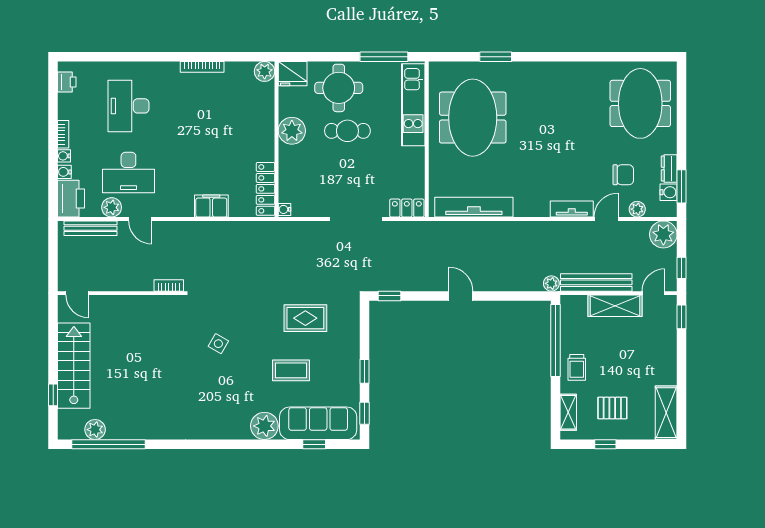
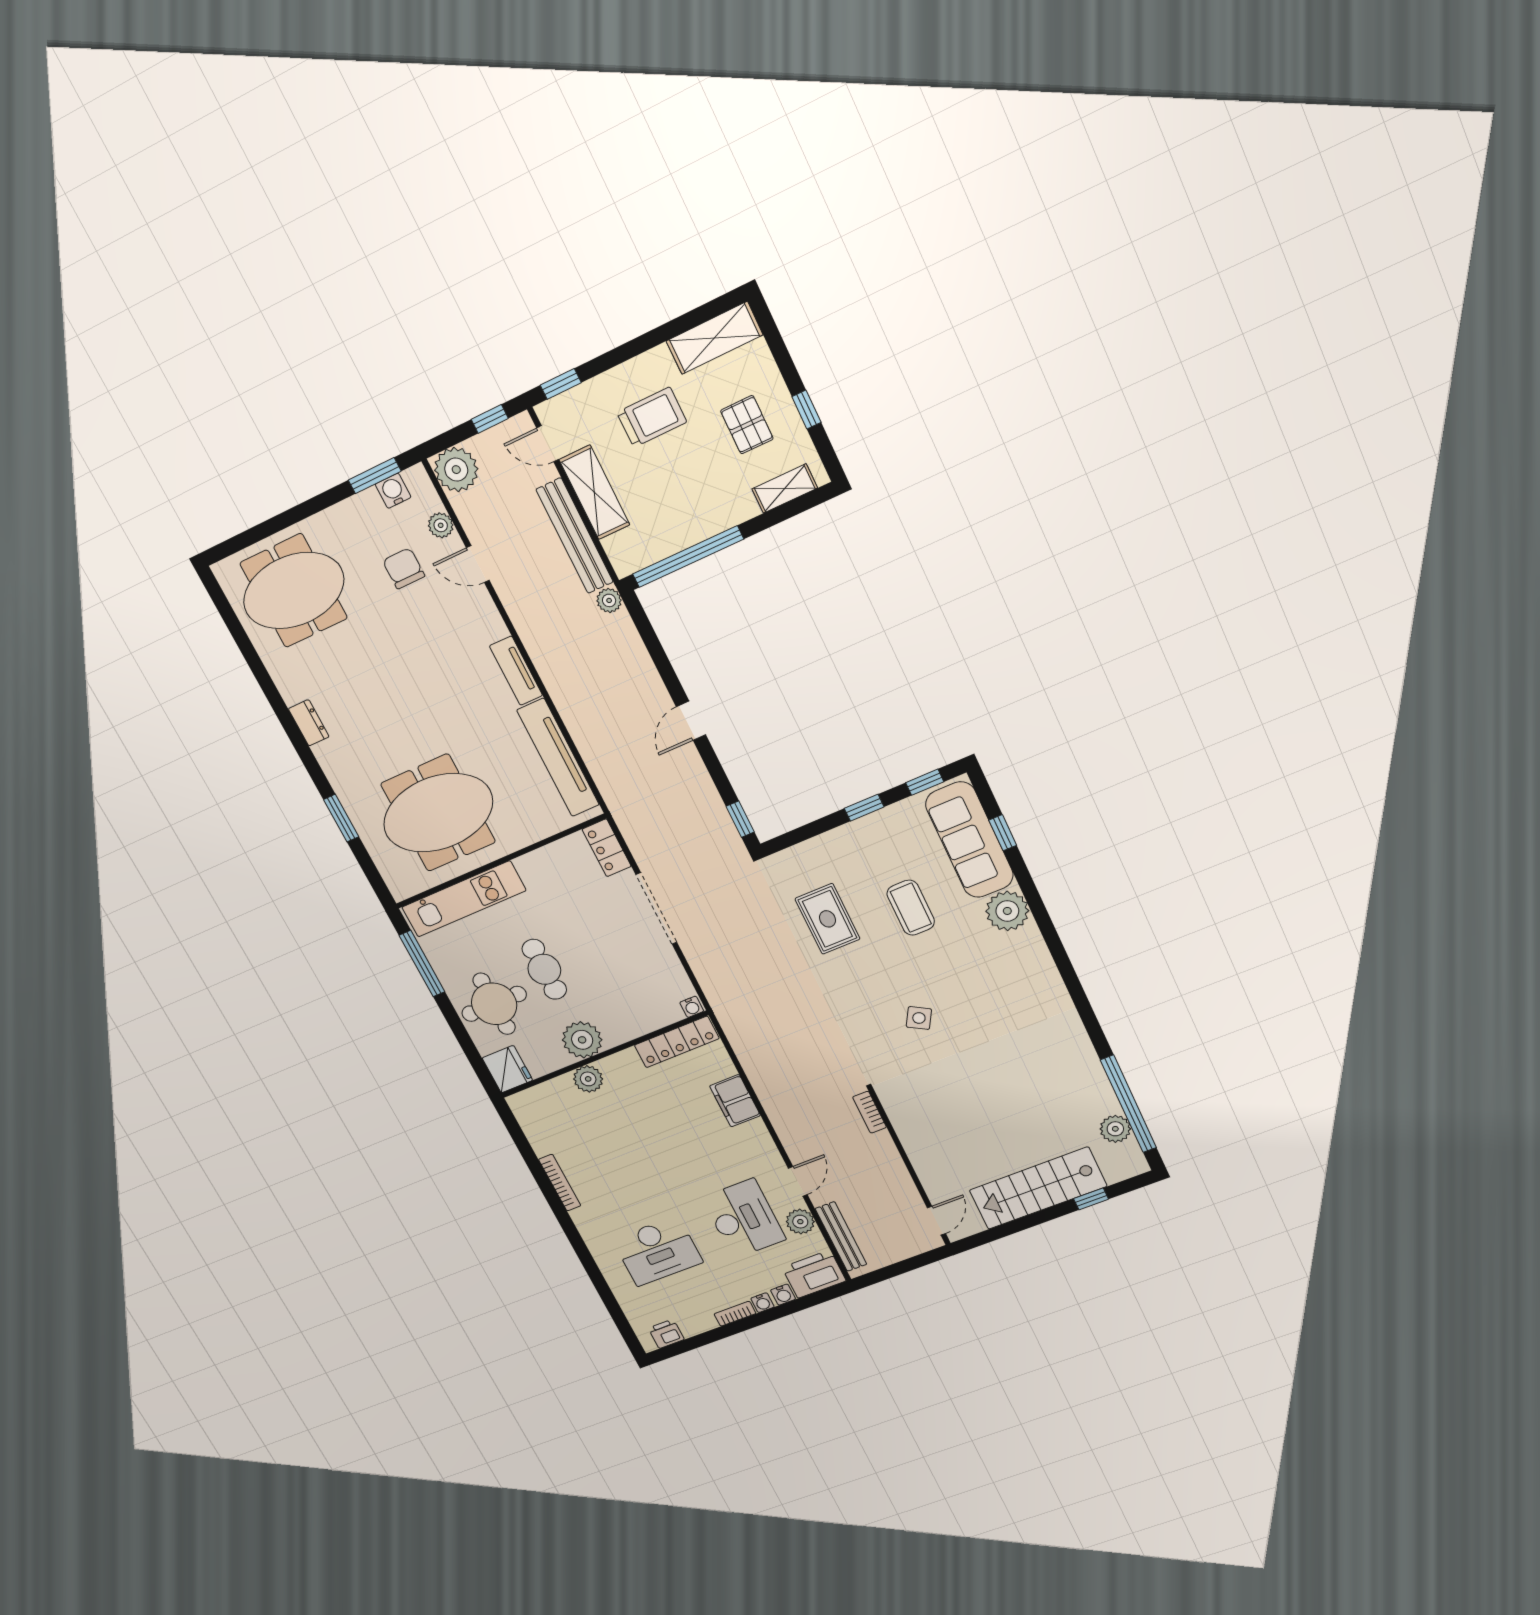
plant: (265, 71) -> (588, 1079), moved
dresser: (669, 169) -> (309, 723), moved, turned -90
tv unit: (572, 209) -> (516, 671), moved
trolley: (577, 367) -> (652, 417), moved, width x1.36, depth x1.39

